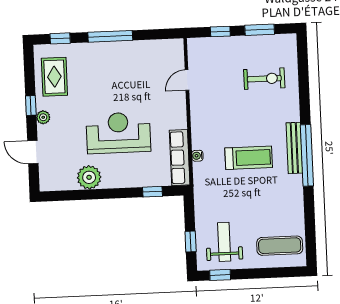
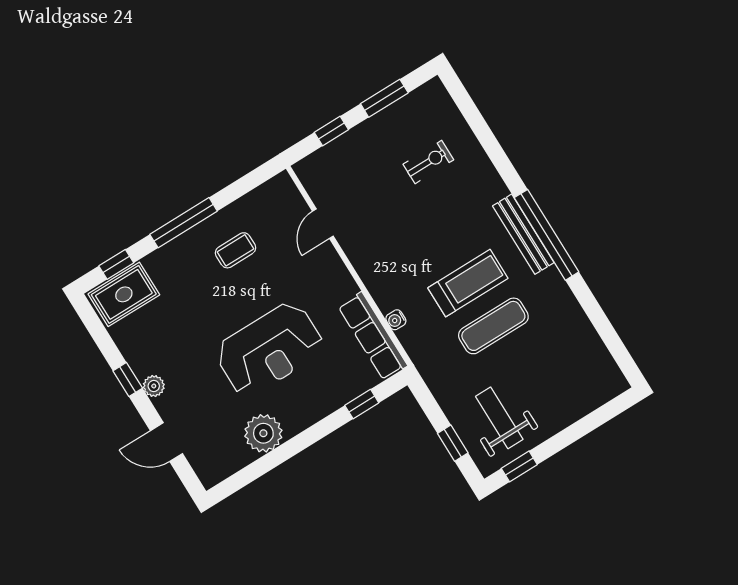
coffee table: (130, 68) -> (235, 250), added
rug: (54, 77) -> (124, 294), moved, turned 90
exercise bike: (264, 79) -> (428, 162), width x0.73, depth x0.72
reception desk: (118, 133) -> (269, 349), turned 180
exercise mat: (280, 246) -> (493, 326), moved

